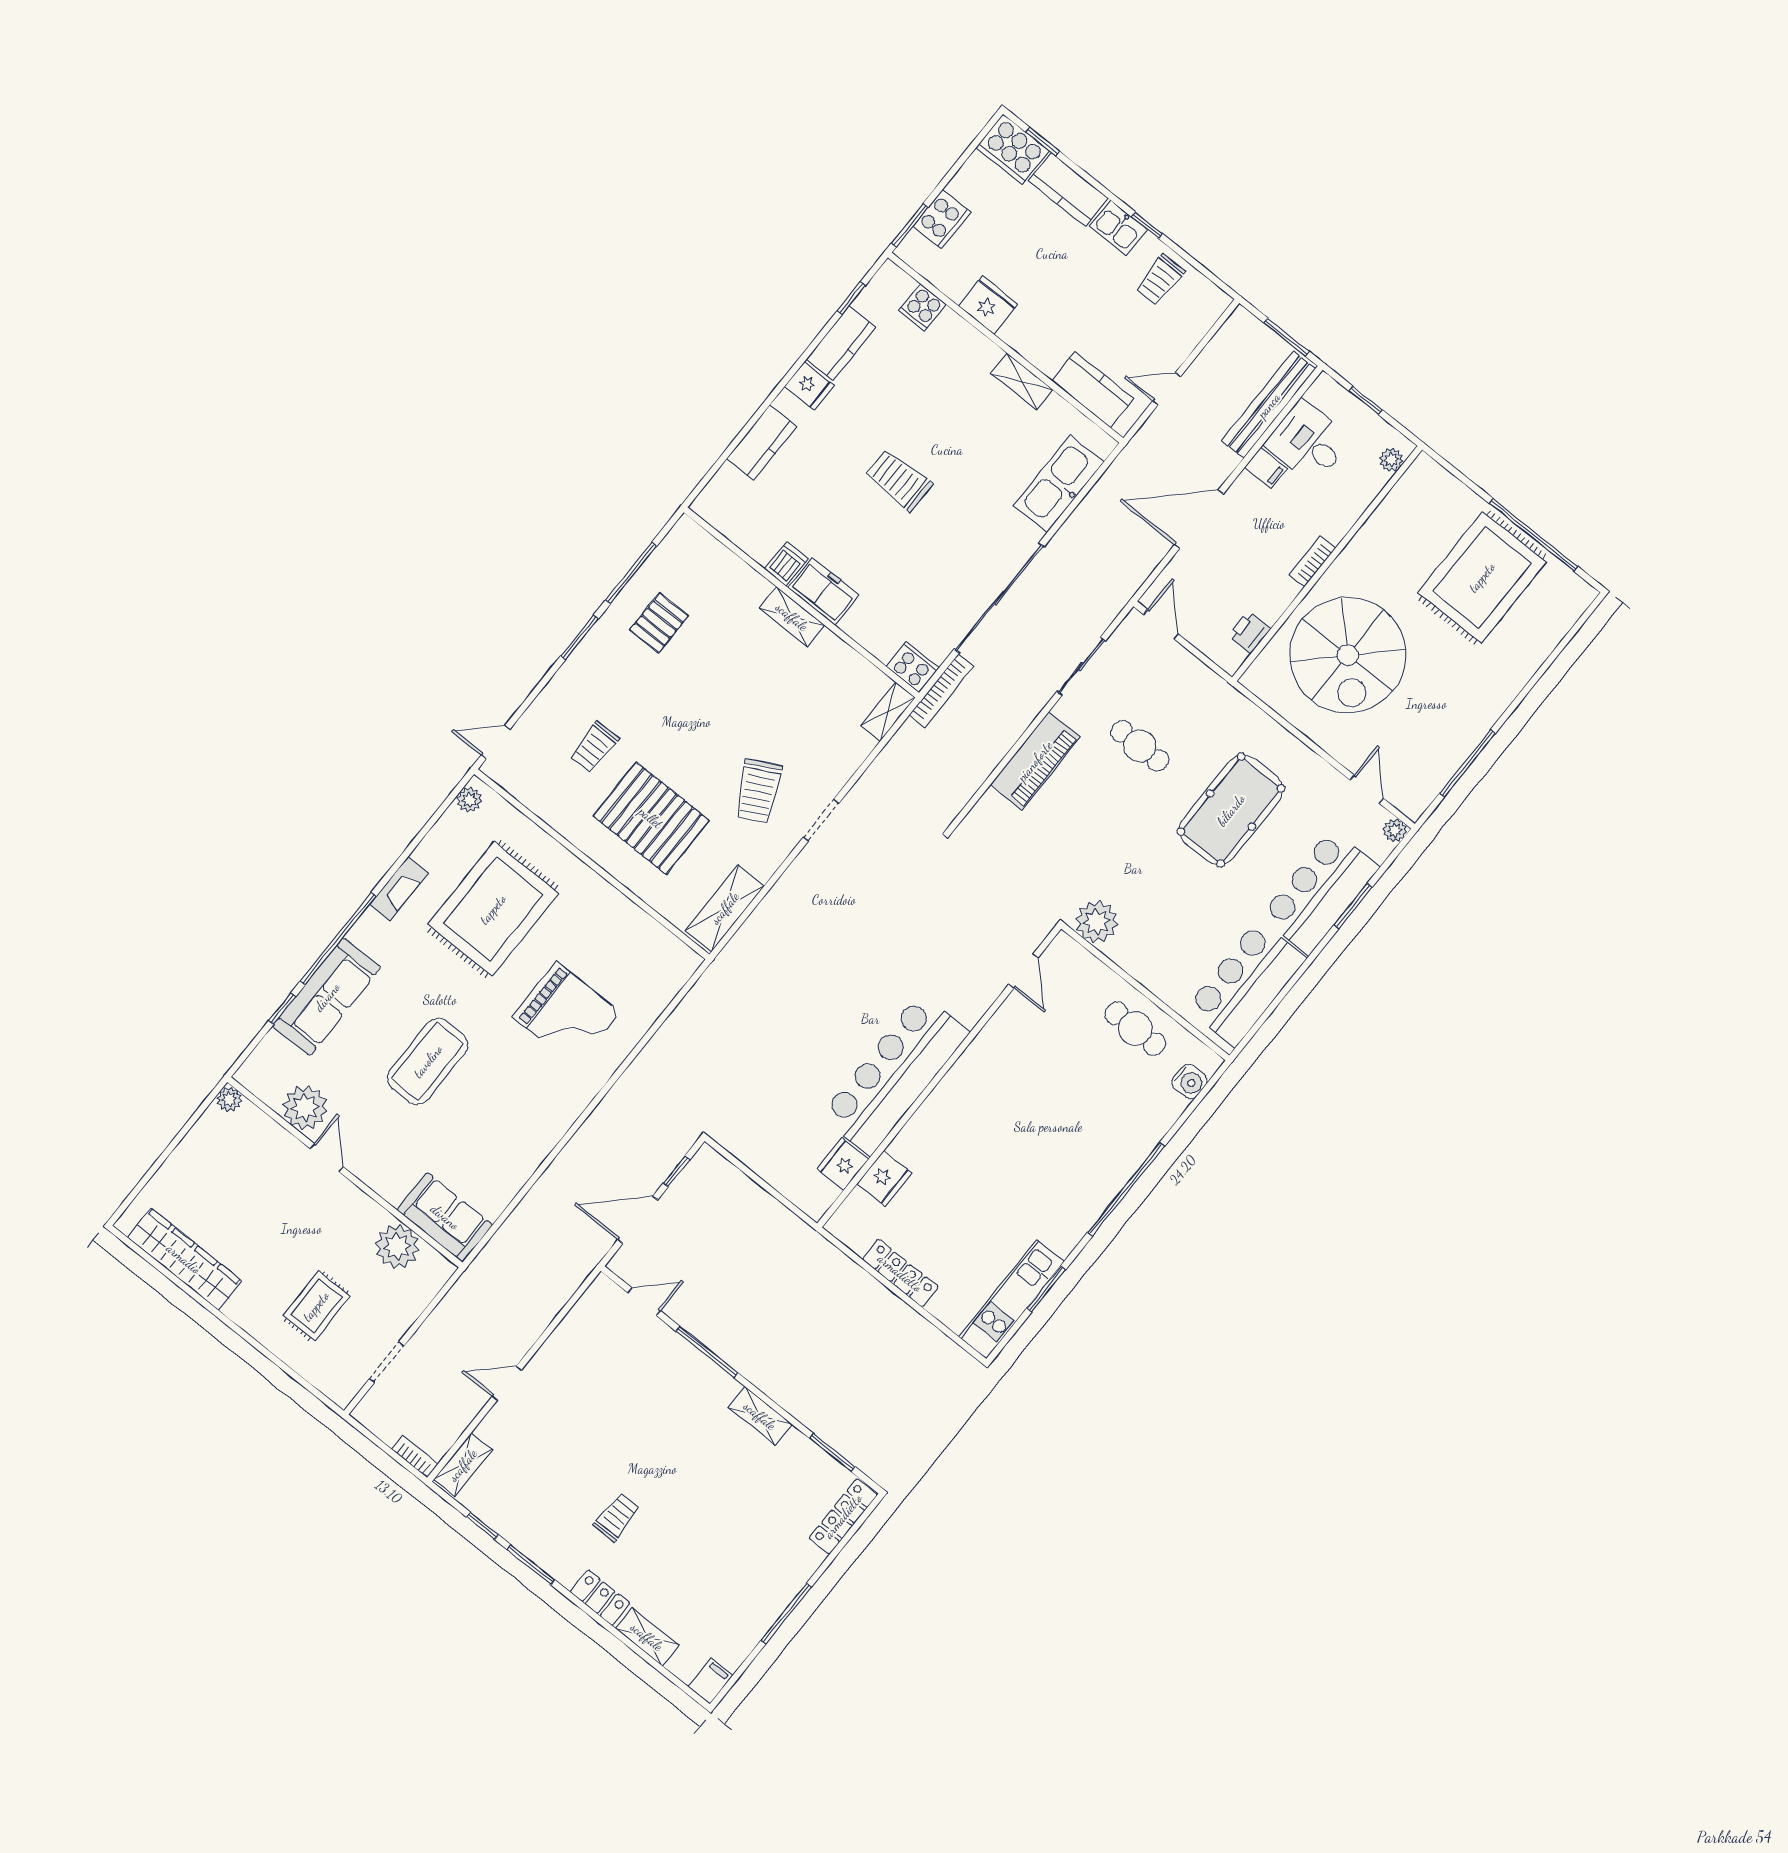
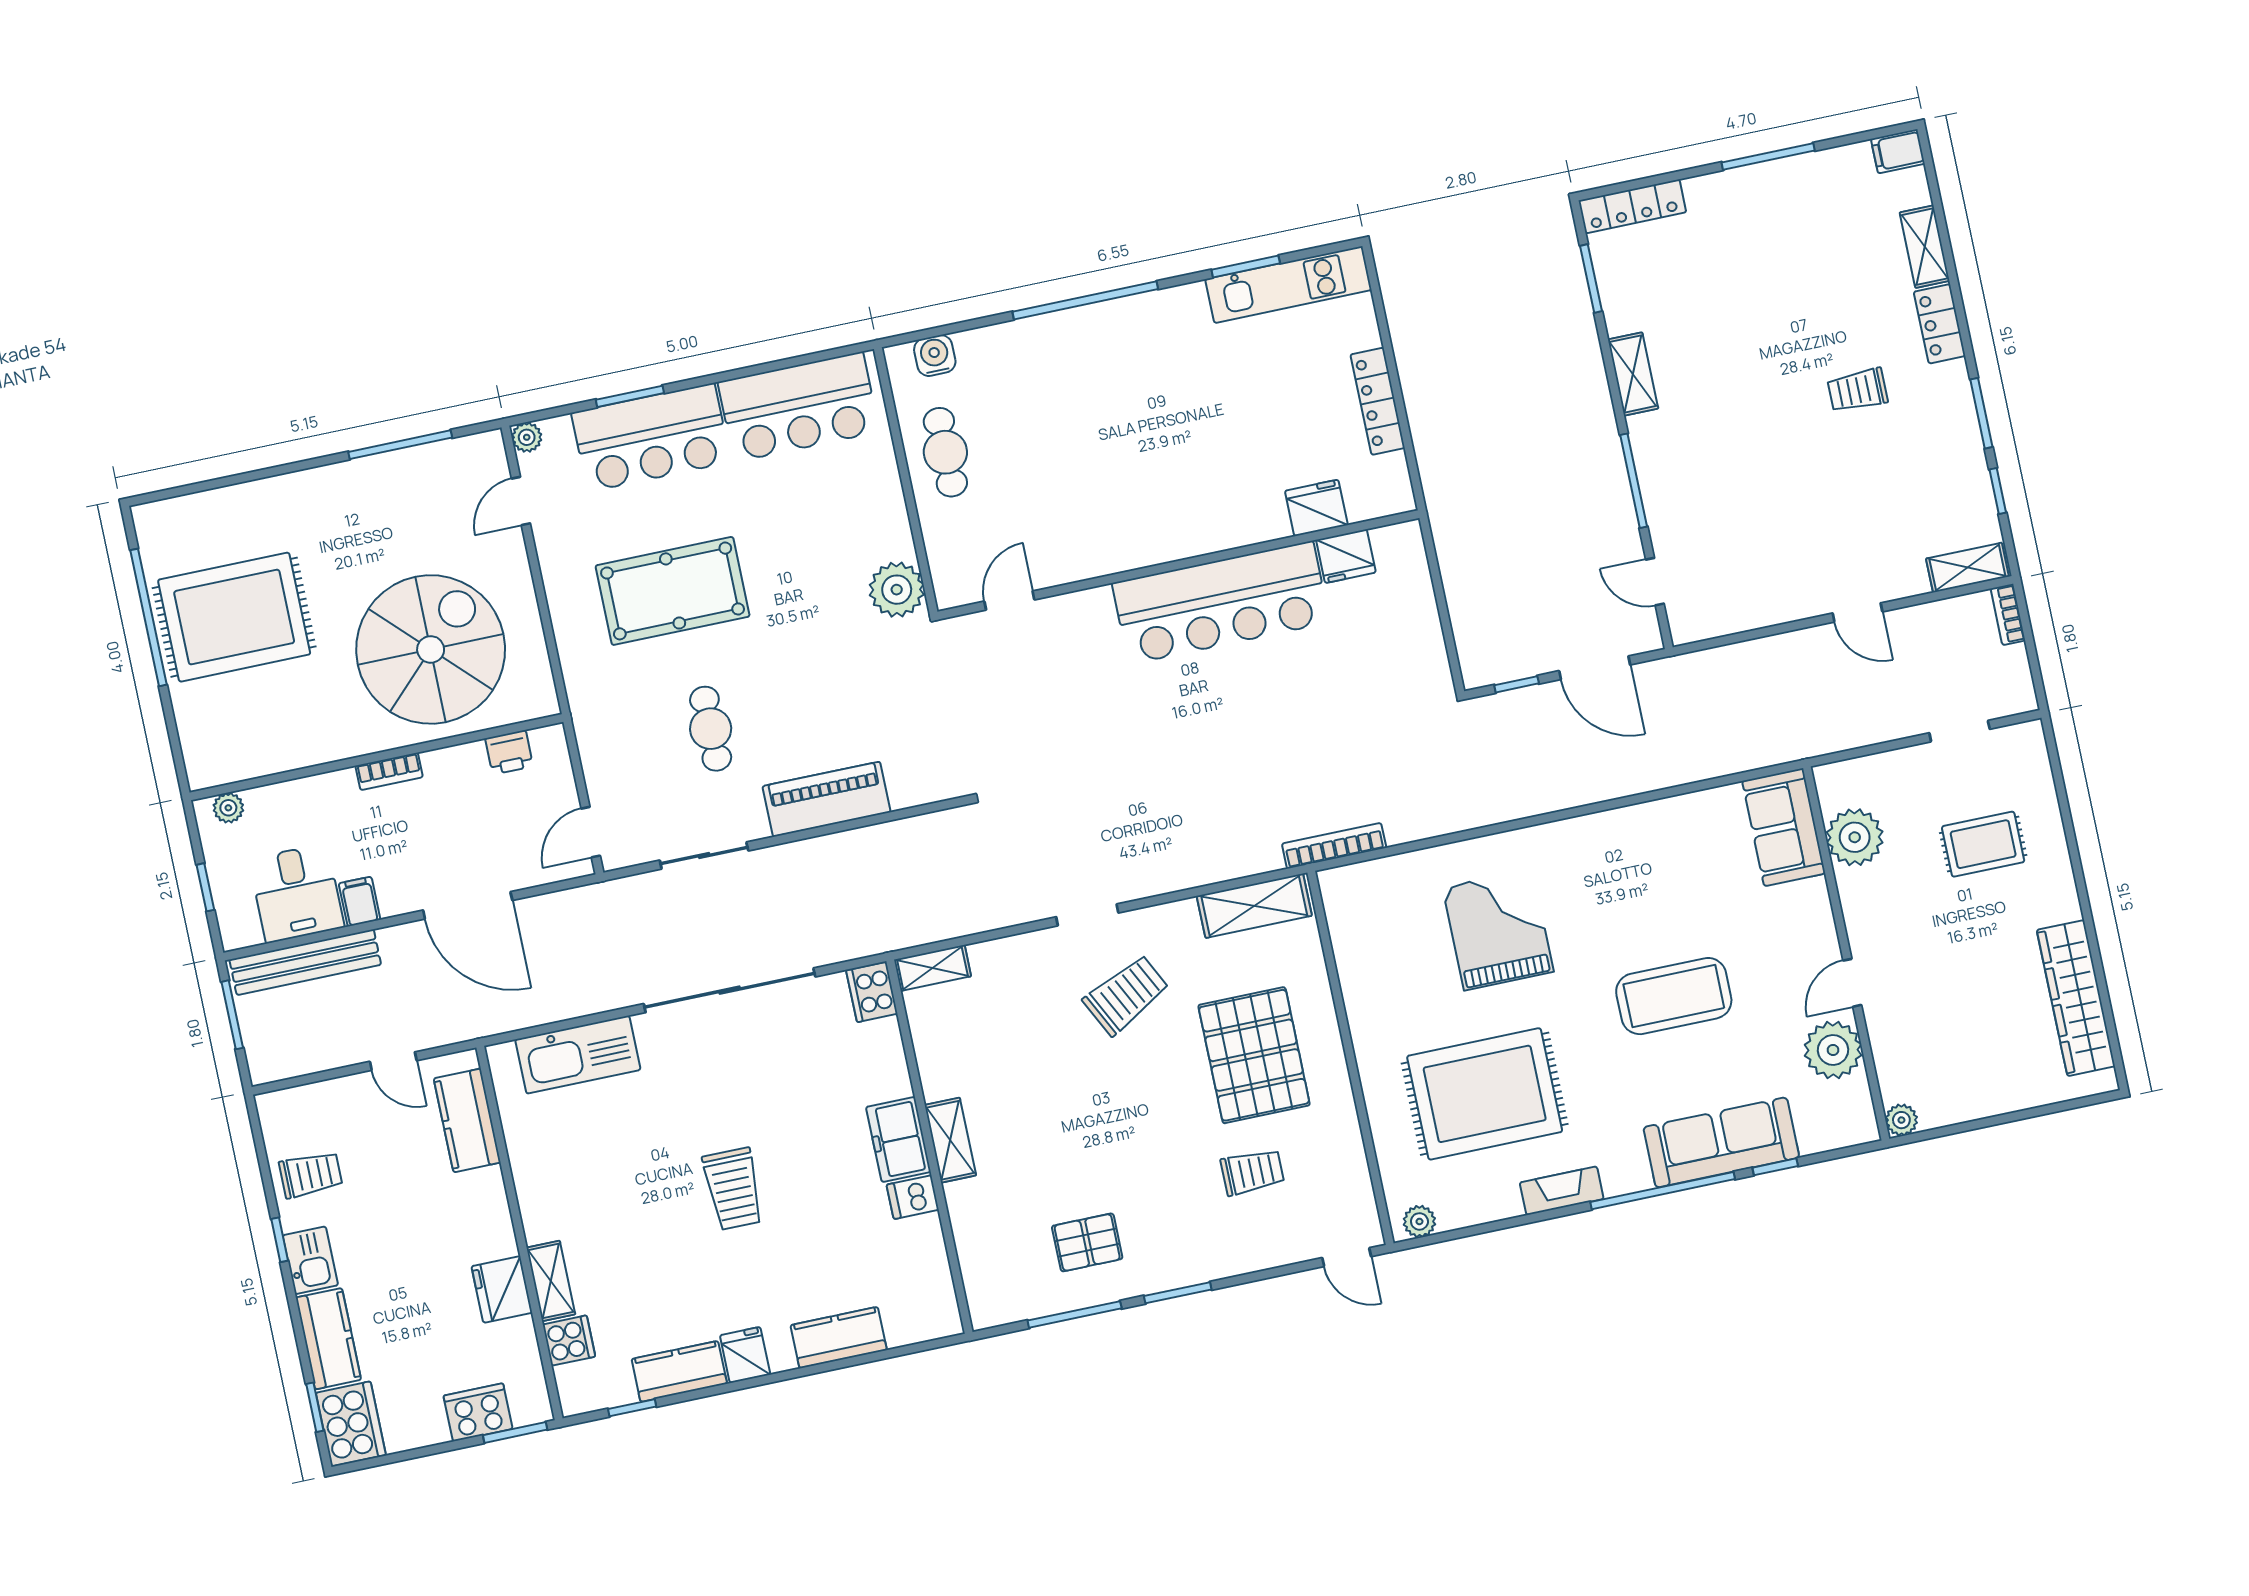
shelving: (1022, 381) -> (551, 1281), moved
bookcase: (941, 691) -> (1334, 846), moved

